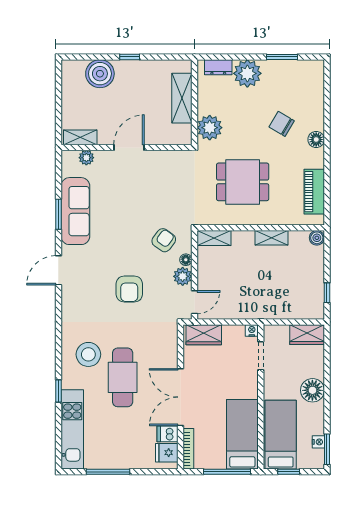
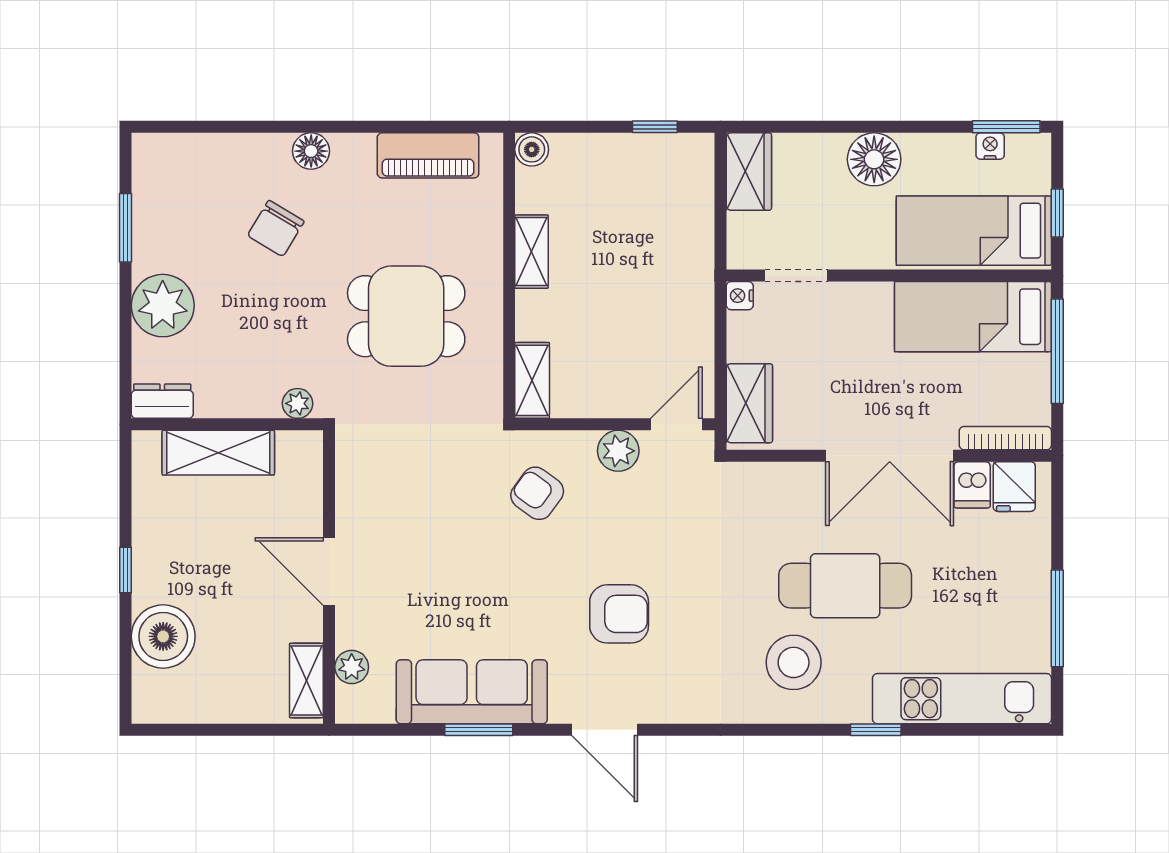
dresser: (218, 67) -> (162, 401), moved, turned -90
plant: (210, 128) -> (298, 403), width x0.53, depth x0.53
dining table: (243, 182) -> (406, 316), turned 90
floor lamp: (186, 260) -> (581, 444), removed
armchair: (129, 289) -> (619, 614), moved
door: (194, 302) -> (676, 424), hinge flipped

